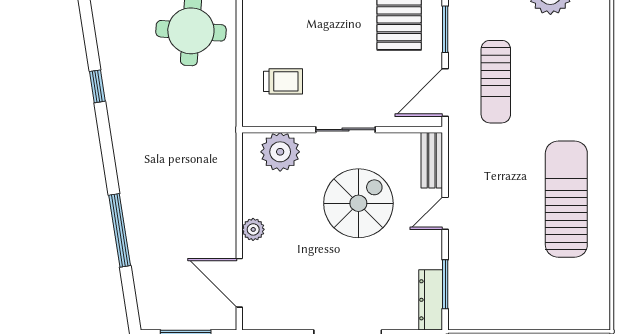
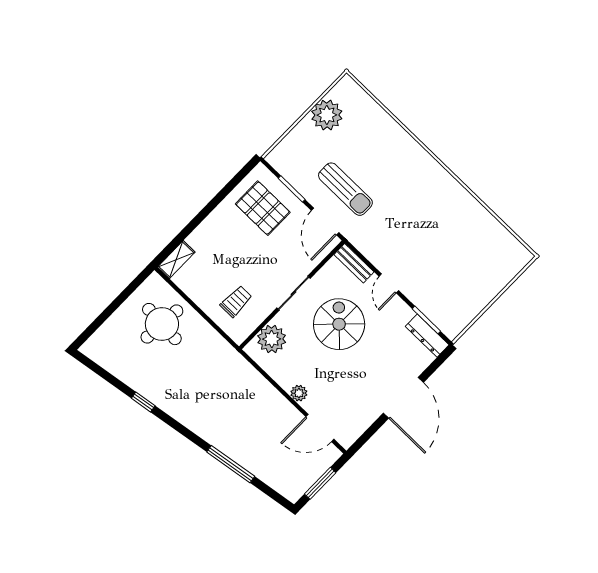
sun lounger: (566, 199) -> (444, 212), removed

